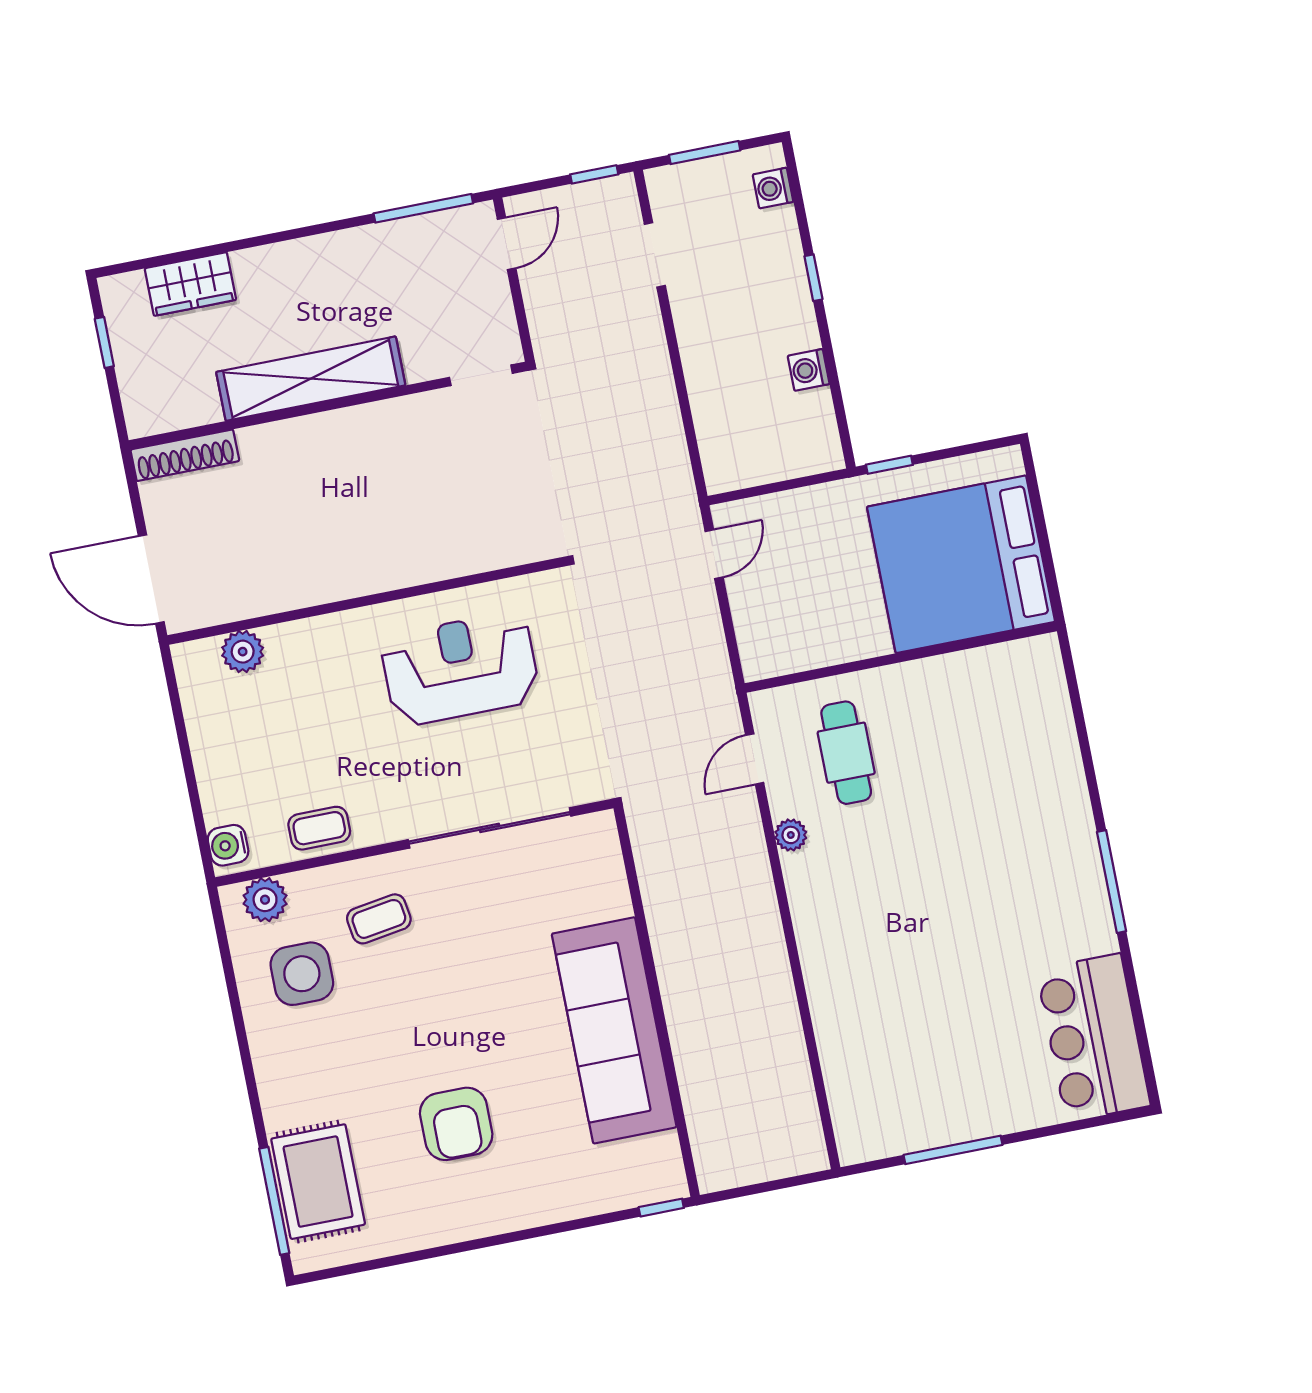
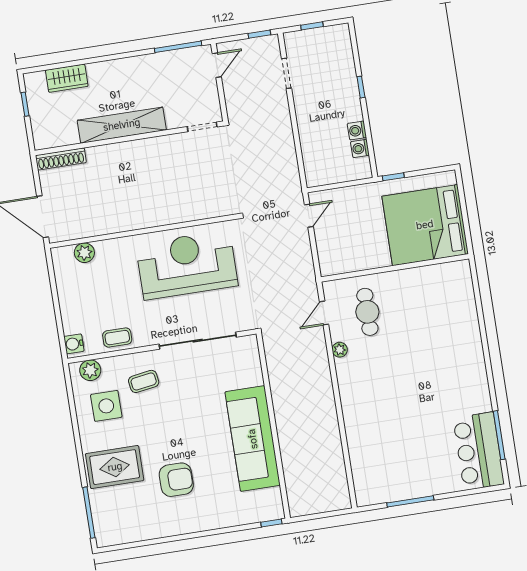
window: (705, 153) -> (312, 26), width x0.67
washing machine: (773, 188) -> (360, 148), moved
reception desk: (460, 669) -> (187, 265), width x1.36, depth x1.30
window: (1111, 882) -> (499, 435), moved
armchair: (456, 1124) -> (176, 480), turned -90
rug: (318, 1182) -> (115, 467), moved, turned 90

